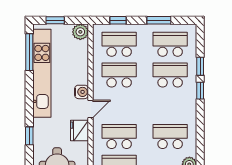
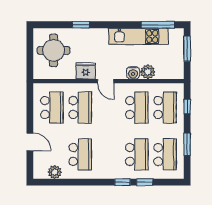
window: (55, 20) -> (187, 49), width x1.50
plant: (80, 32) -> (148, 72), moved
kitchen unit: (42, 73) -> (138, 36), width x0.73
water cooler: (81, 92) -> (133, 73), moved

